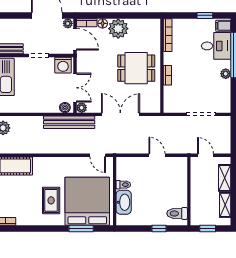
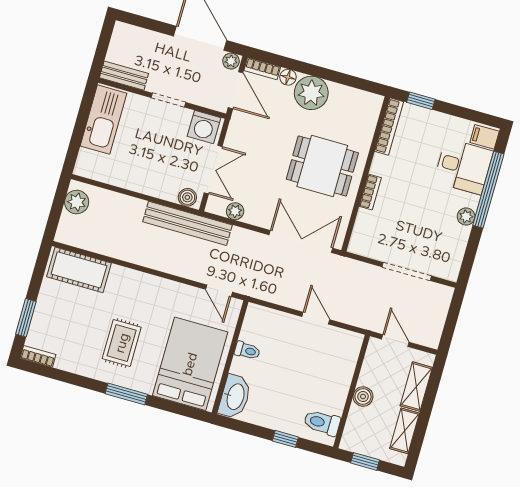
window: (205, 15) -> (421, 101), moved
plant: (82, 108) -> (235, 211), moved
double door: (120, 114) -> (301, 241), moved
boiler: (196, 192) -> (363, 397), added
bed: (87, 201) -> (190, 364), width x0.73
washbasin: (124, 202) -> (235, 396), moved
window: (81, 228) -> (126, 394), moved

